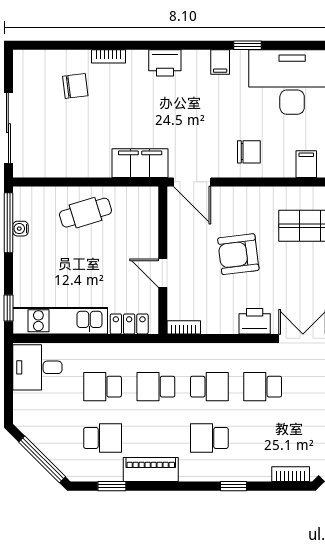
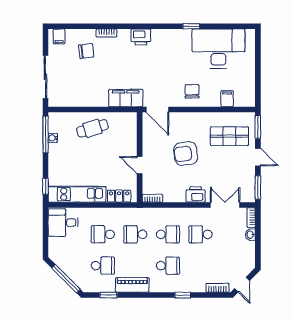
filing cabinet: (220, 62) -> (59, 36), moved
chair: (249, 152) -> (192, 91), turned -90
school desk: (209, 438) -> (168, 266), turned 180

